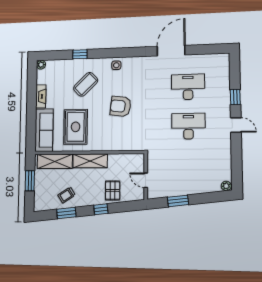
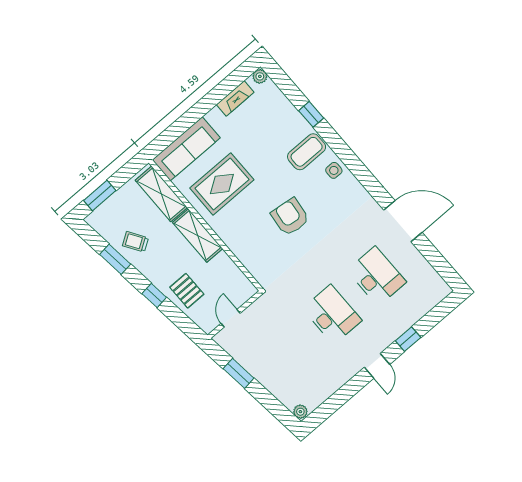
coffee table: (86, 84) -> (307, 152), moved, turned -46
fireplace: (41, 96) -> (235, 98), moved
window: (30, 181) -> (100, 195), moved
pallet: (113, 190) -> (187, 291), turned 90

